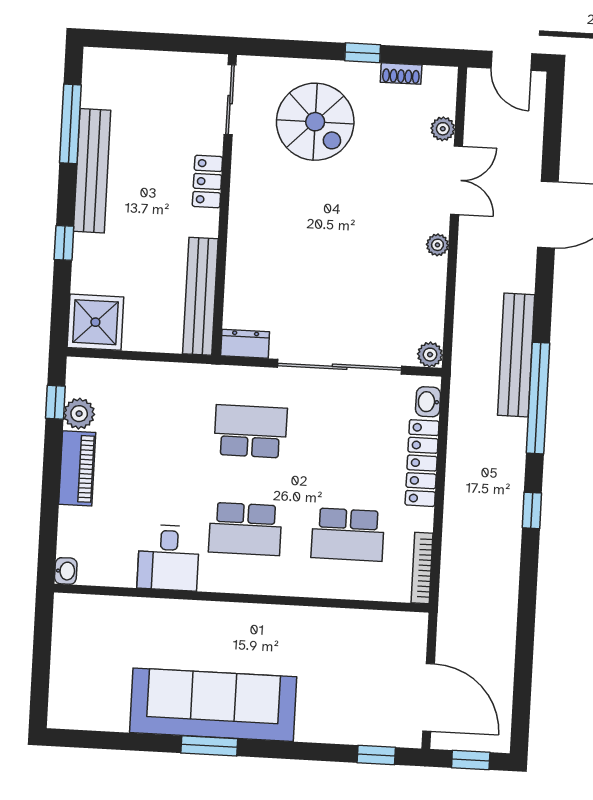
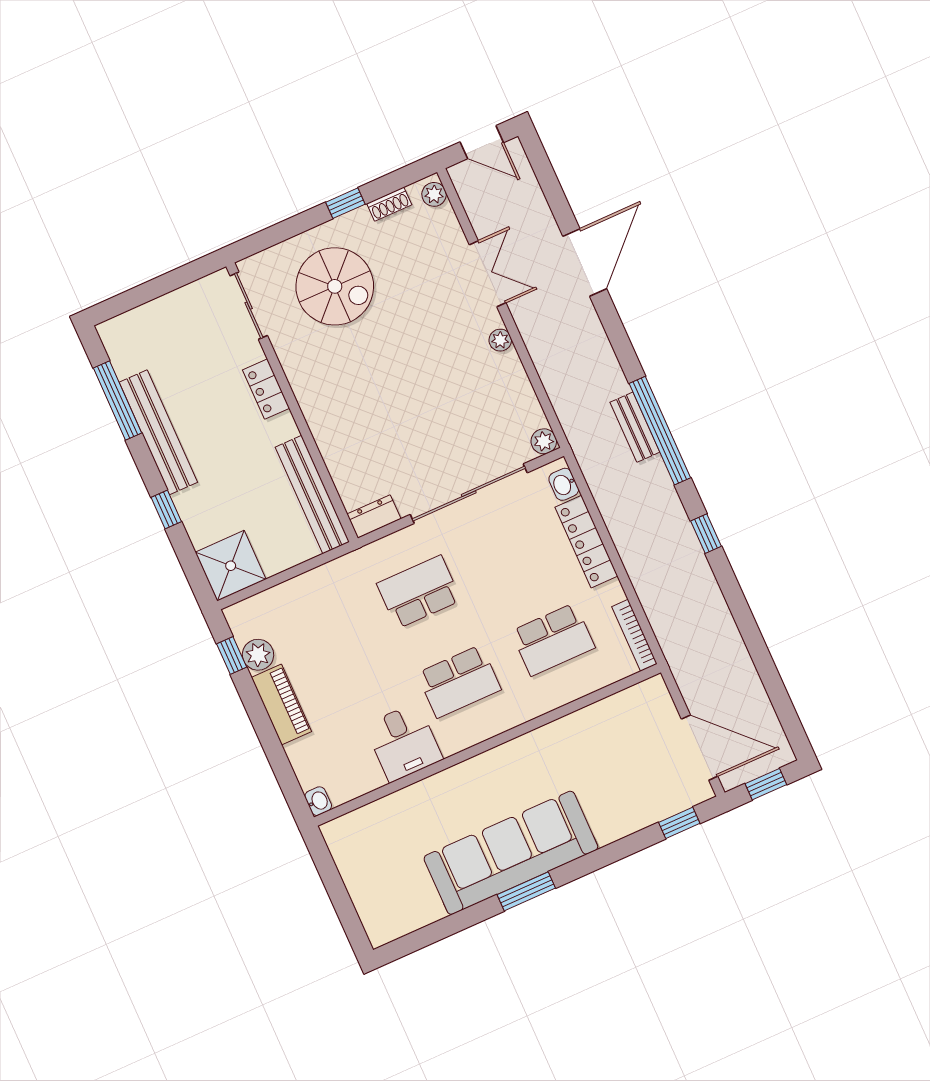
plant: (443, 129) -> (434, 194), moved
bench: (516, 355) -> (635, 427), width x0.54, depth x0.82

